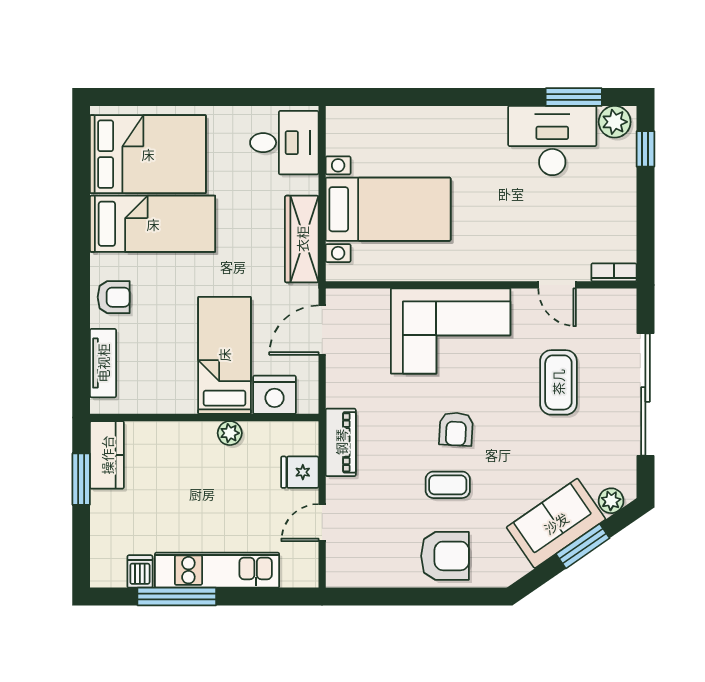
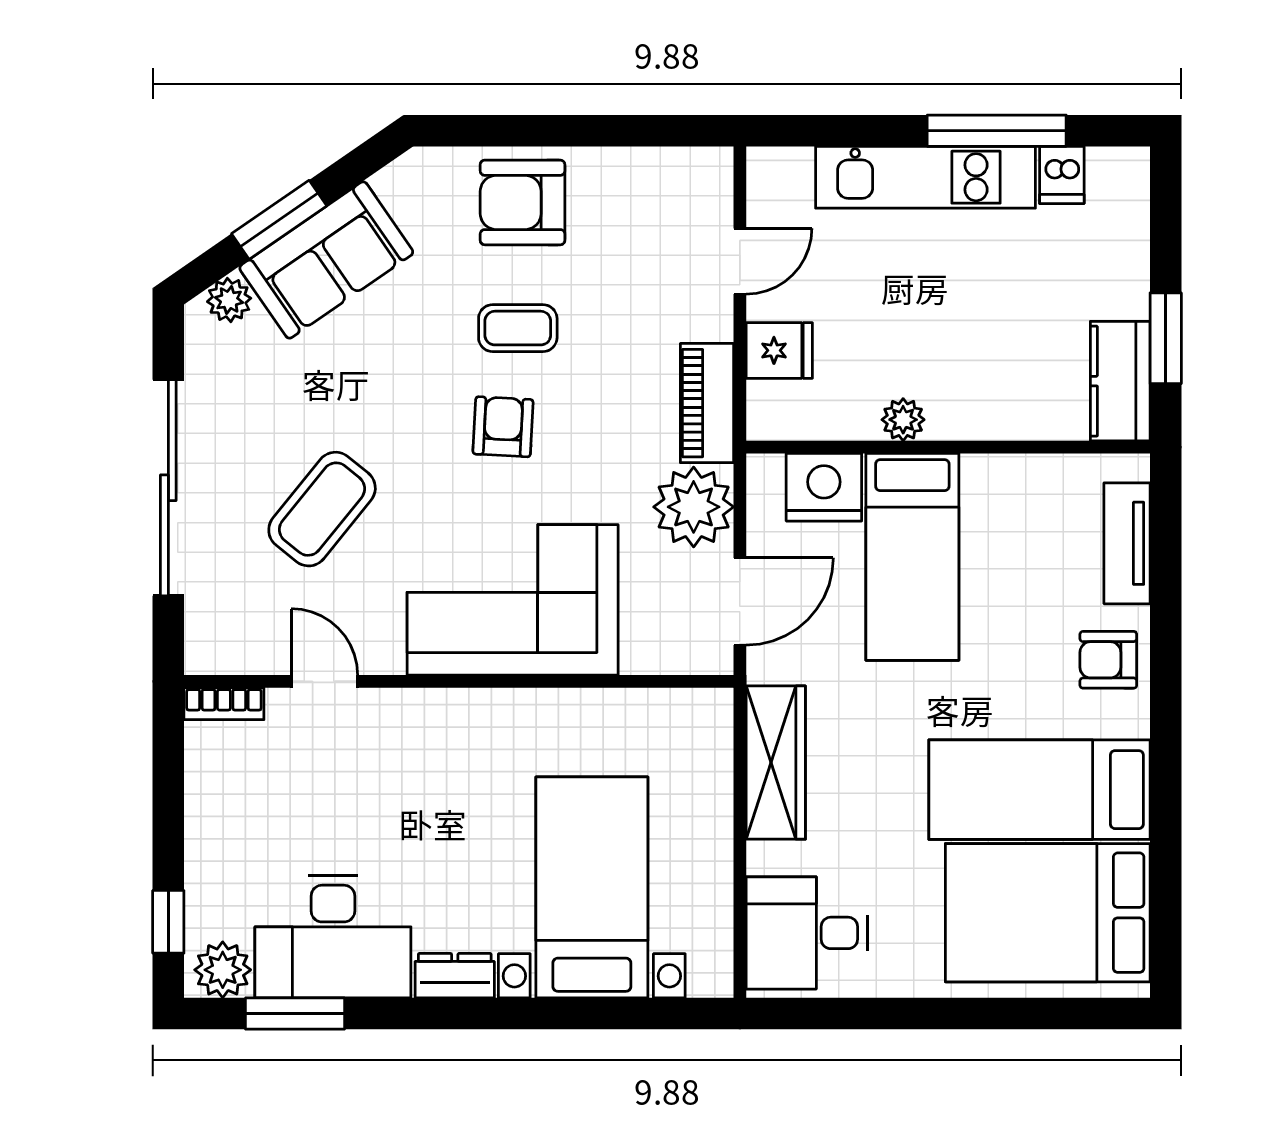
dresser: (483, 118) -> (455, 976), added
bed with nightstands: (388, 209) -> (592, 887), moved, turned 90
coffee table: (558, 382) -> (322, 509), turned 39
plant: (348, 384) -> (694, 507), added

